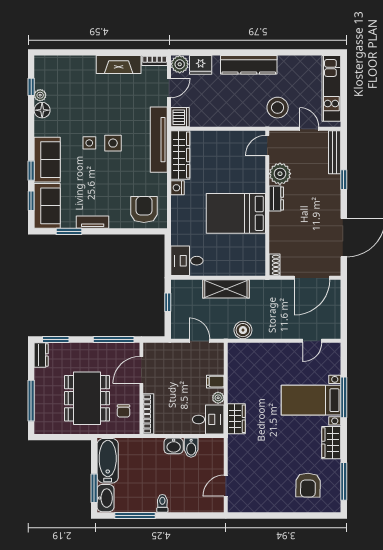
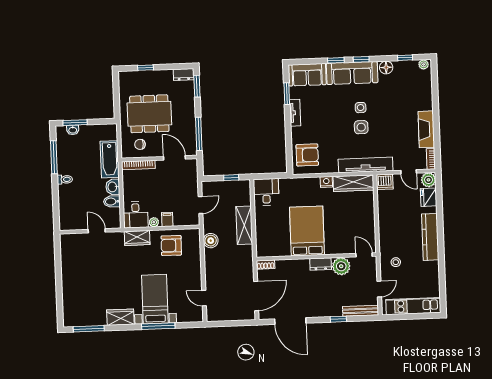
plant: (40, 95) -> (424, 64), moved
stool: (278, 108) -> (396, 262), width x0.53, depth x0.53
sofa: (47, 160) -> (352, 73), width x1.36
window: (31, 201) -> (361, 59), moved
door: (312, 278) -> (256, 296), swing flipped
window: (31, 401) -> (145, 68), width x0.46
bathtub: (108, 461) -> (110, 159), moved, turned 90
armchair: (308, 485) -> (171, 245), moved
door: (226, 486) -> (97, 231), moved
washbasin: (106, 498) -> (73, 130), width x0.52, depth x0.69

